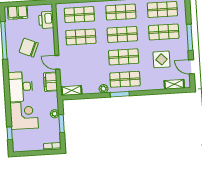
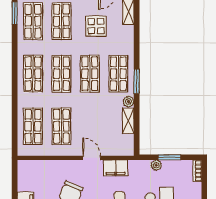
printer: (46, 20) -> (37, 169), removed
door: (57, 62) -> (92, 158), swing flipped
shelving: (72, 91) -> (128, 121), moved

